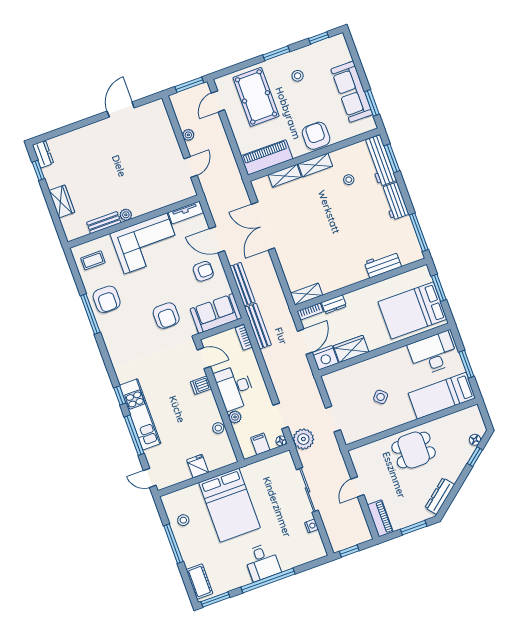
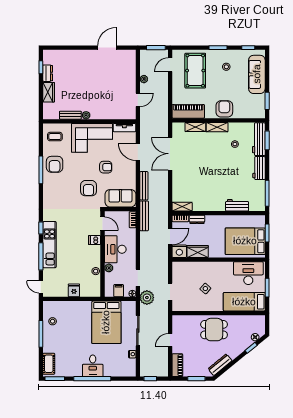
sofa: (352, 92) -> (257, 74), moved
dresser: (43, 154) -> (48, 73), moved
armchair: (203, 271) -> (106, 167), moved
bed: (229, 505) -> (106, 322), moved

